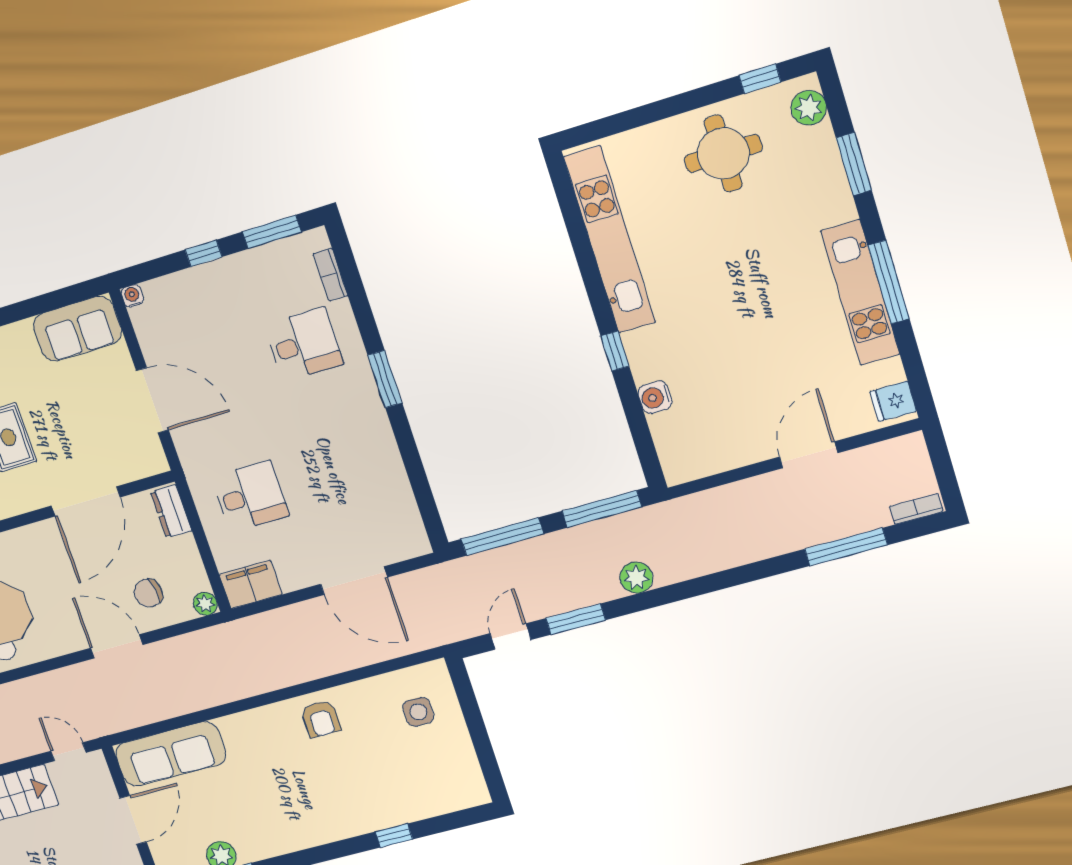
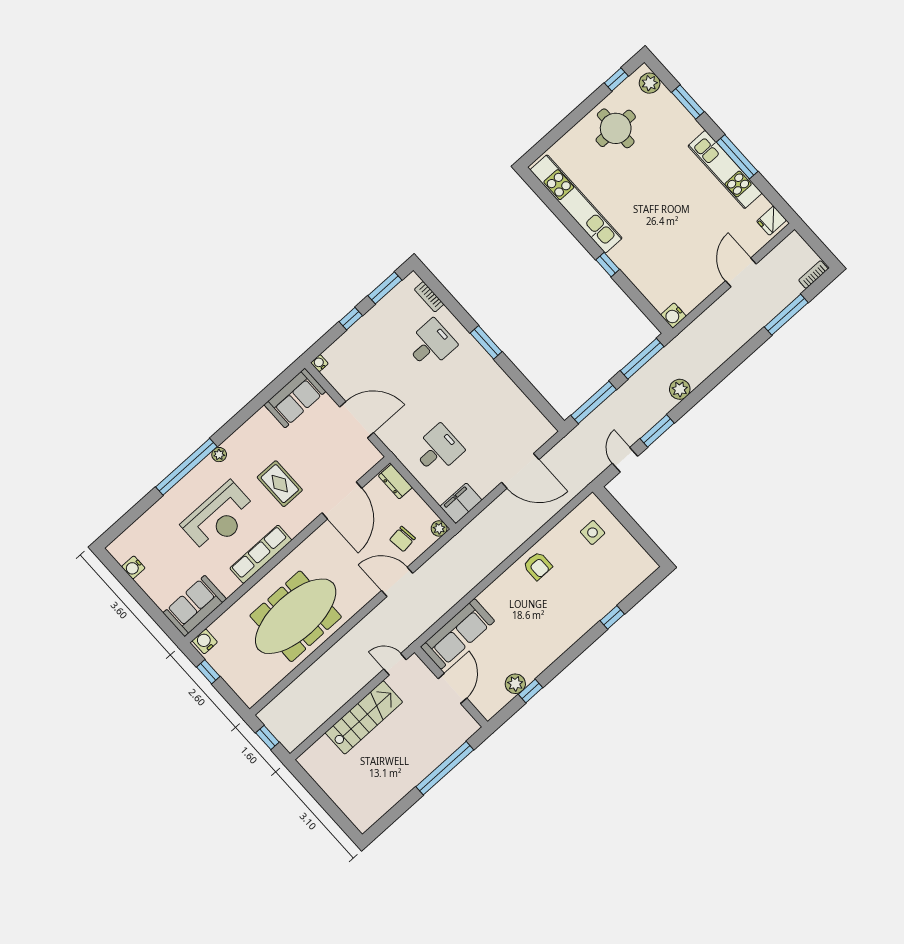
water cooler: (655, 397) -> (673, 315), moved

